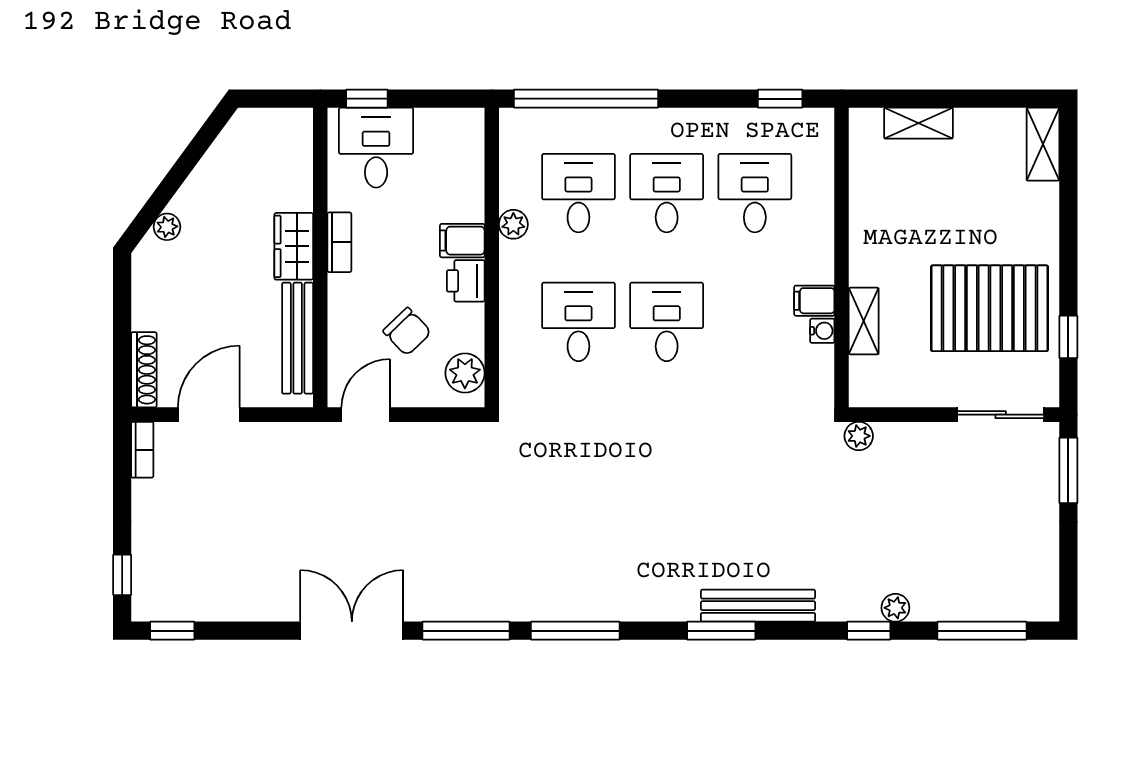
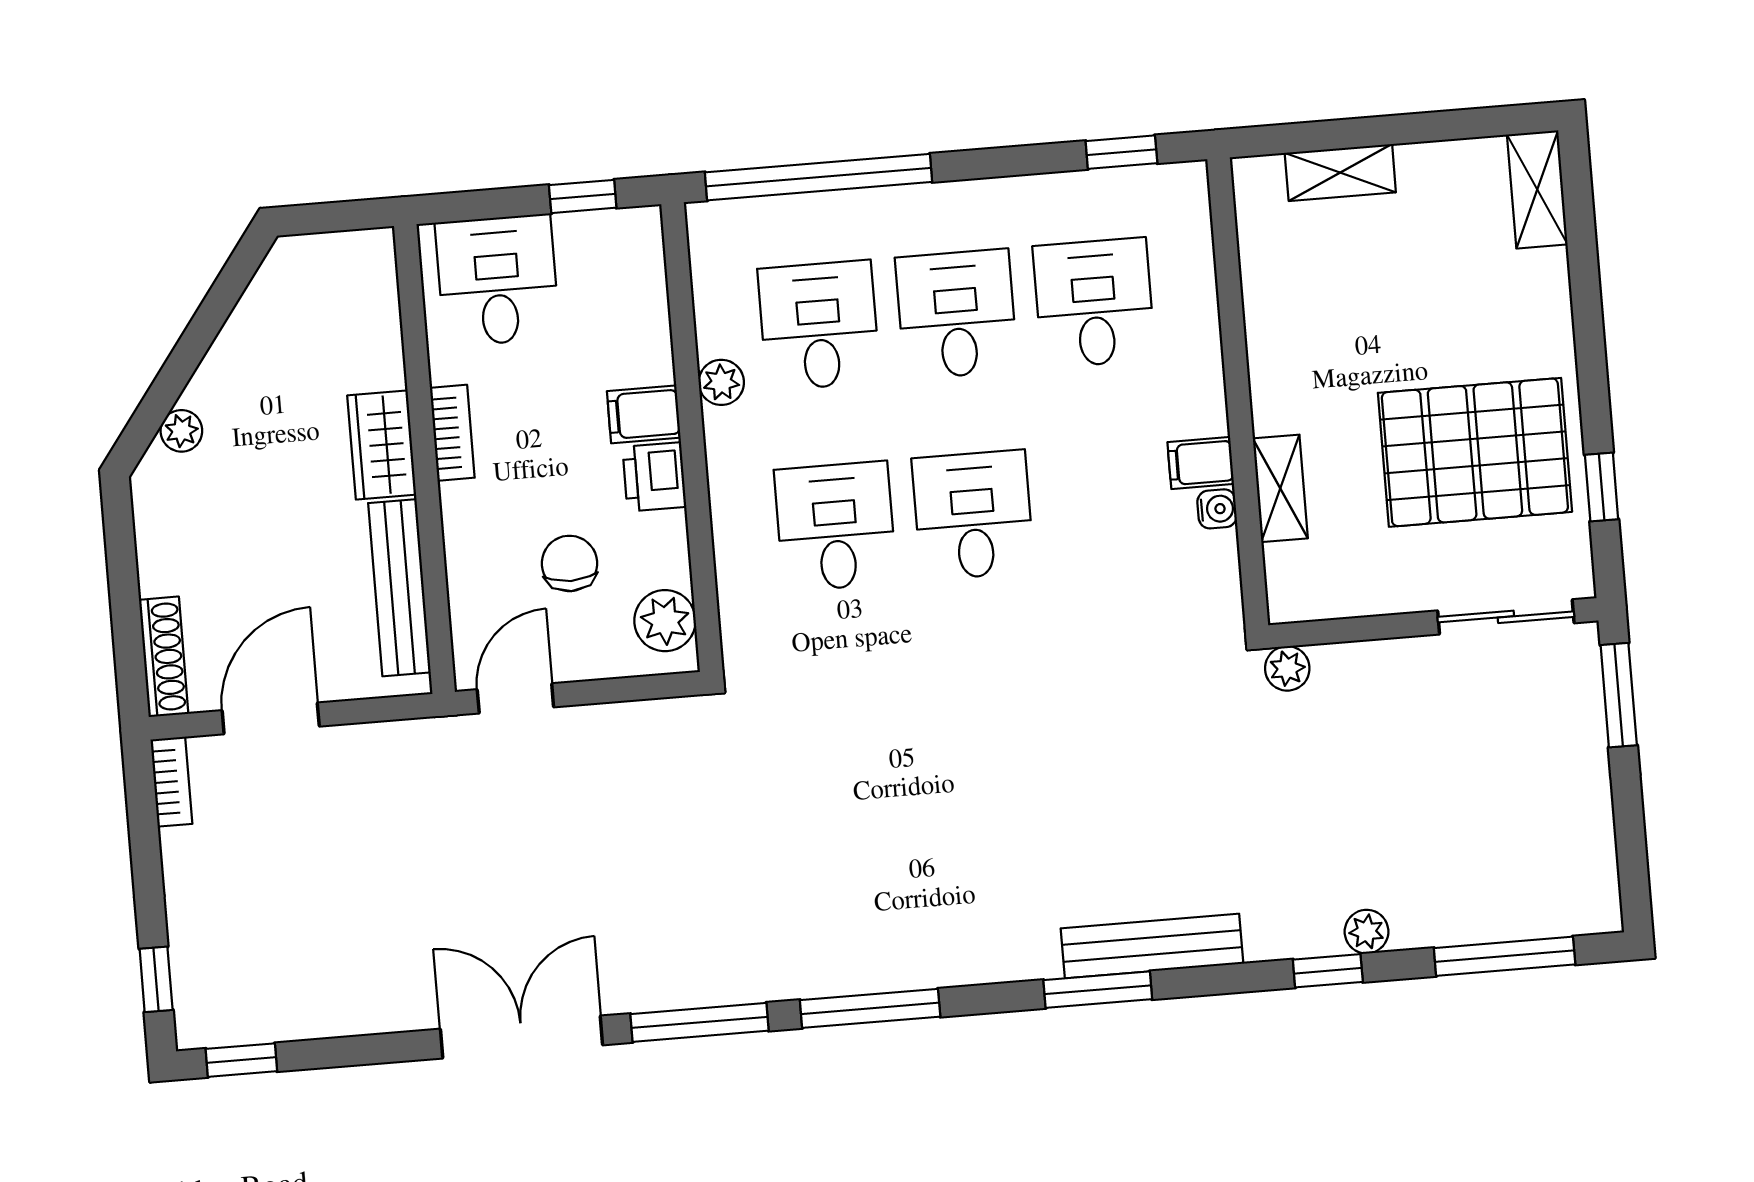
window: (367, 99) -> (583, 196), moved
chair: (407, 332) -> (569, 563), turned -136

